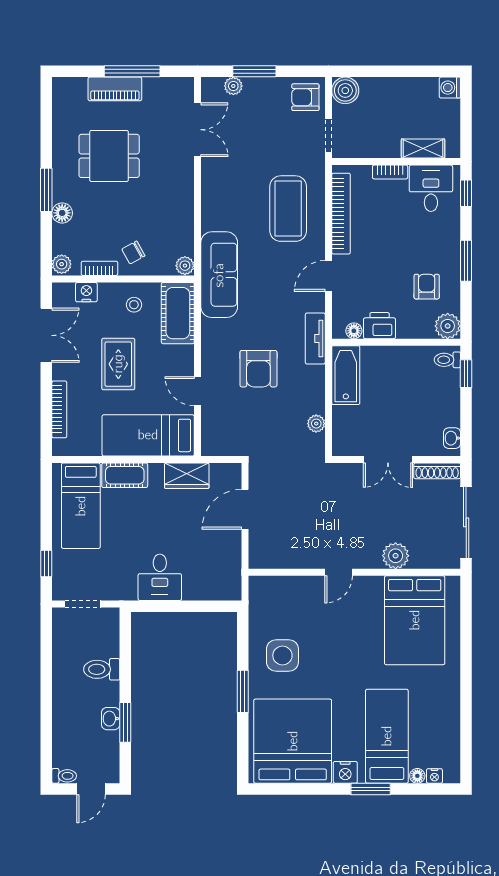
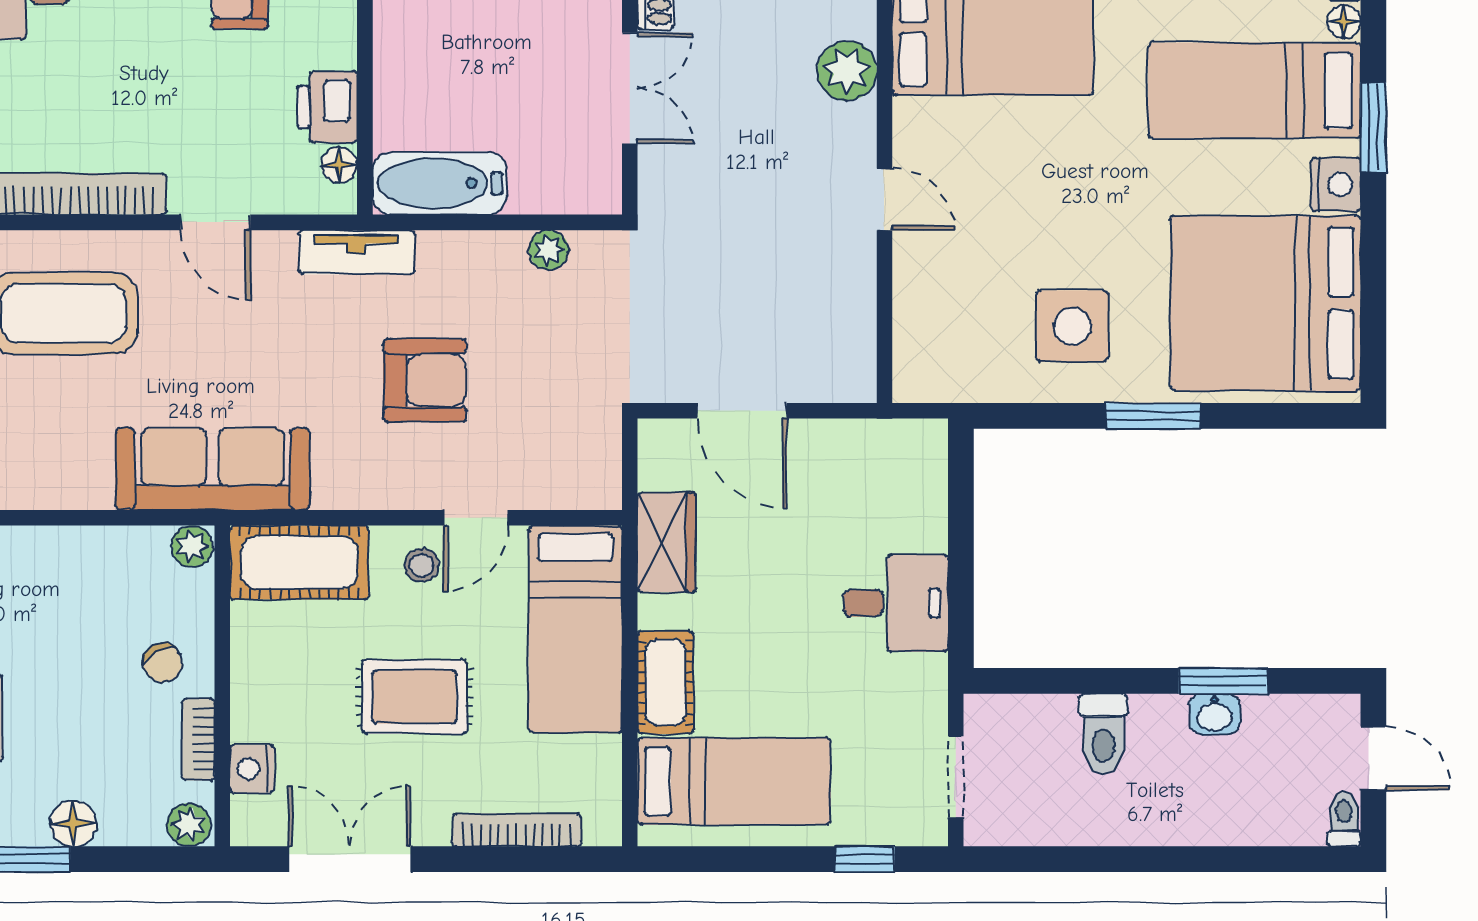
stool: (134, 305) -> (422, 565), moved

